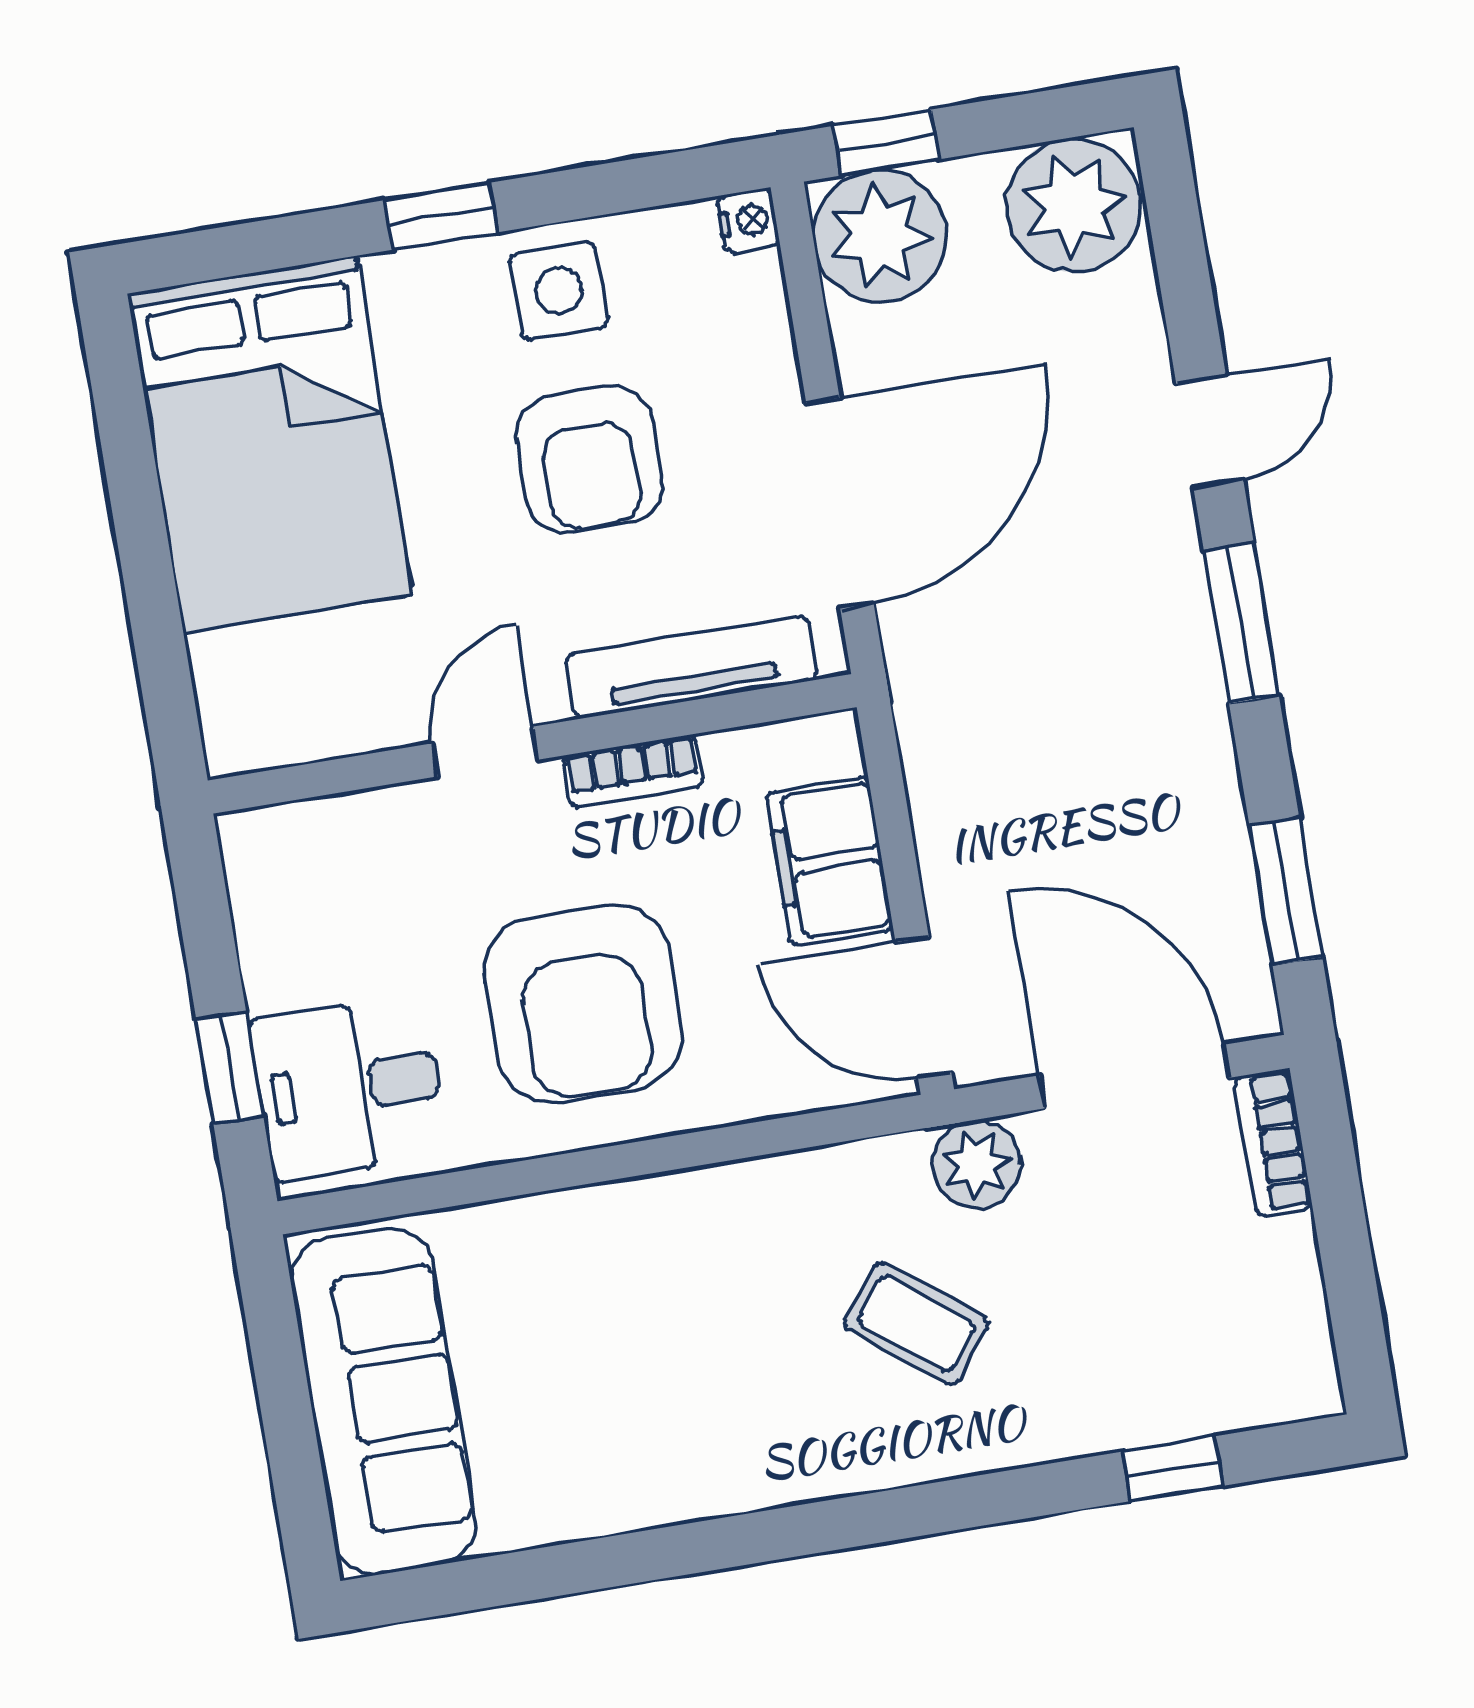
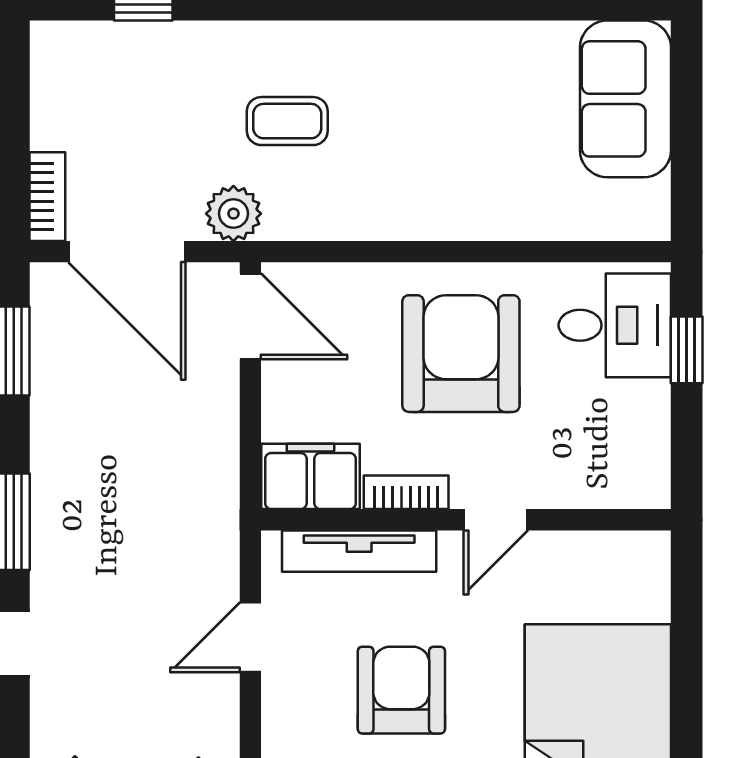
door: (840, 503) -> (250, 637), width x0.53
filing cabinet: (829, 861) -> (310, 476), moved, turned -90
coffee table: (916, 1323) -> (287, 121), turned -38
sofa: (384, 1402) -> (625, 99), width x0.73

